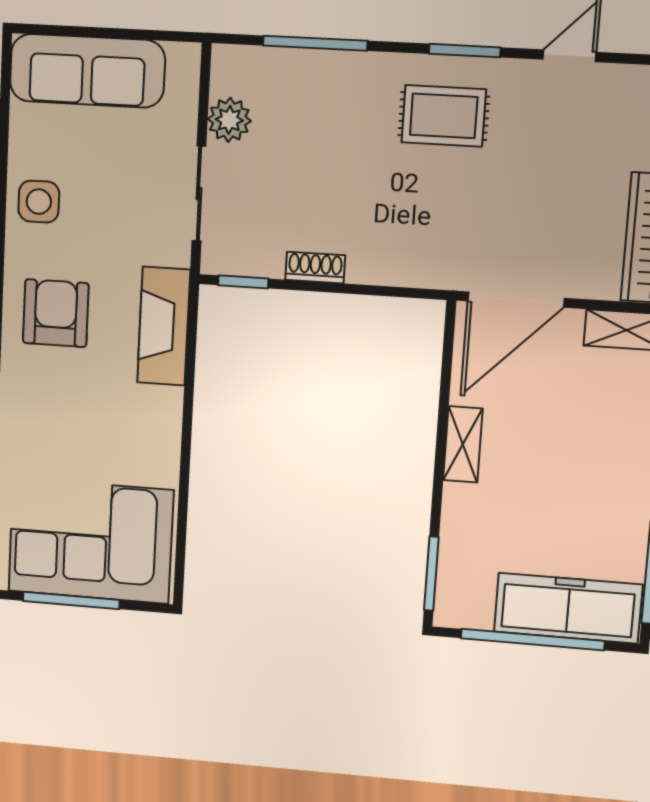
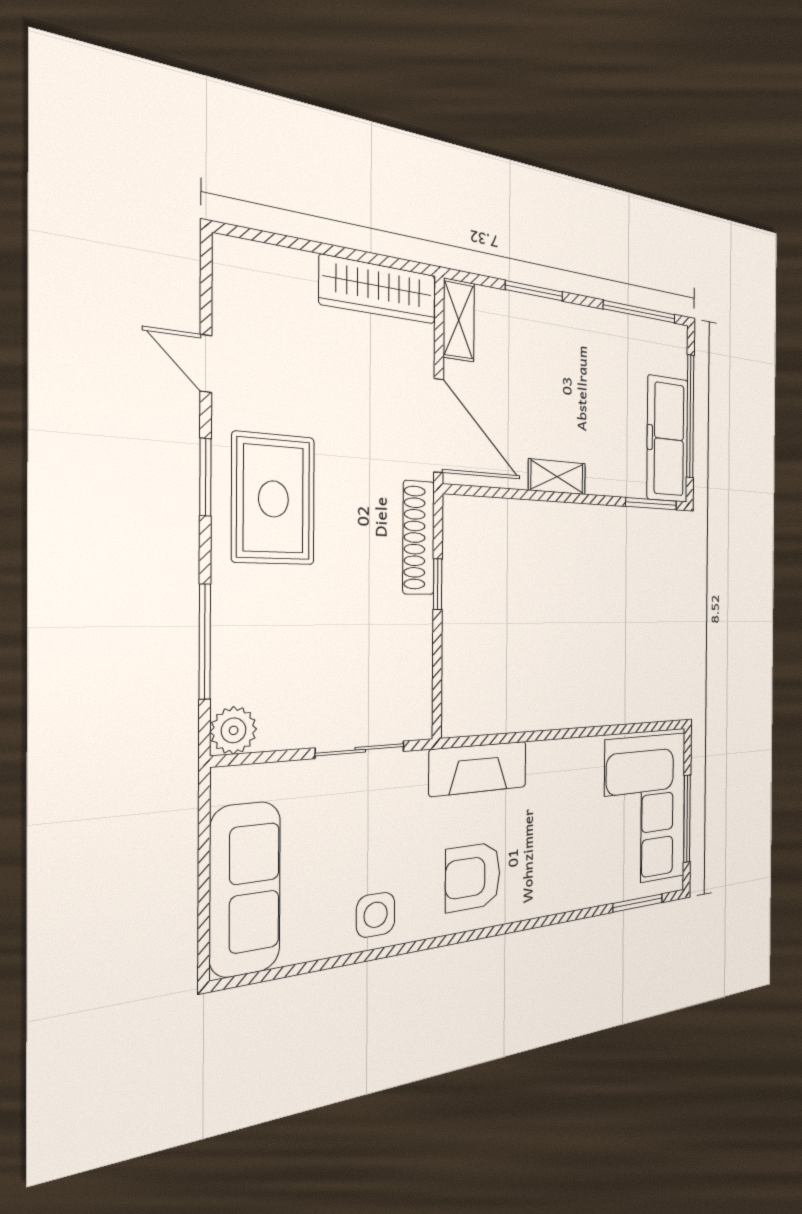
rug: (444, 116) -> (273, 499), width x1.36, depth x1.43
plant: (229, 120) -> (234, 730), moved
shoe rack: (315, 268) -> (419, 538), moved, width x1.94, depth x1.24
window: (243, 282) -> (438, 584), moved
freezer: (568, 608) -> (667, 439), moved

